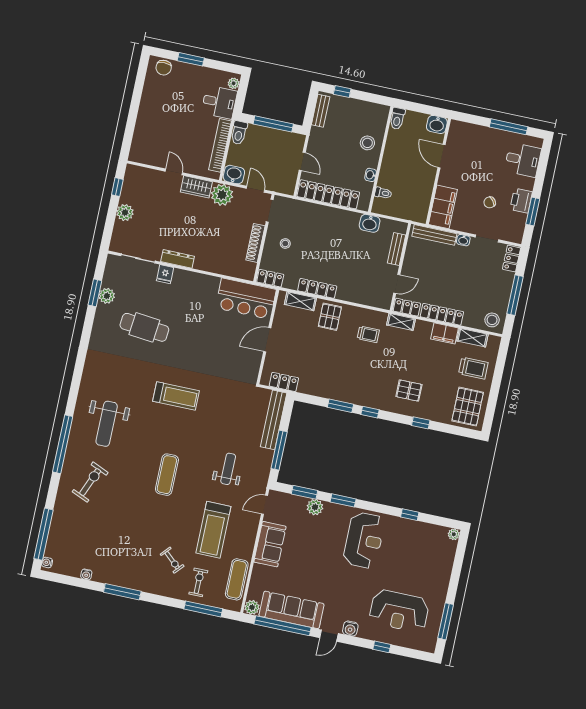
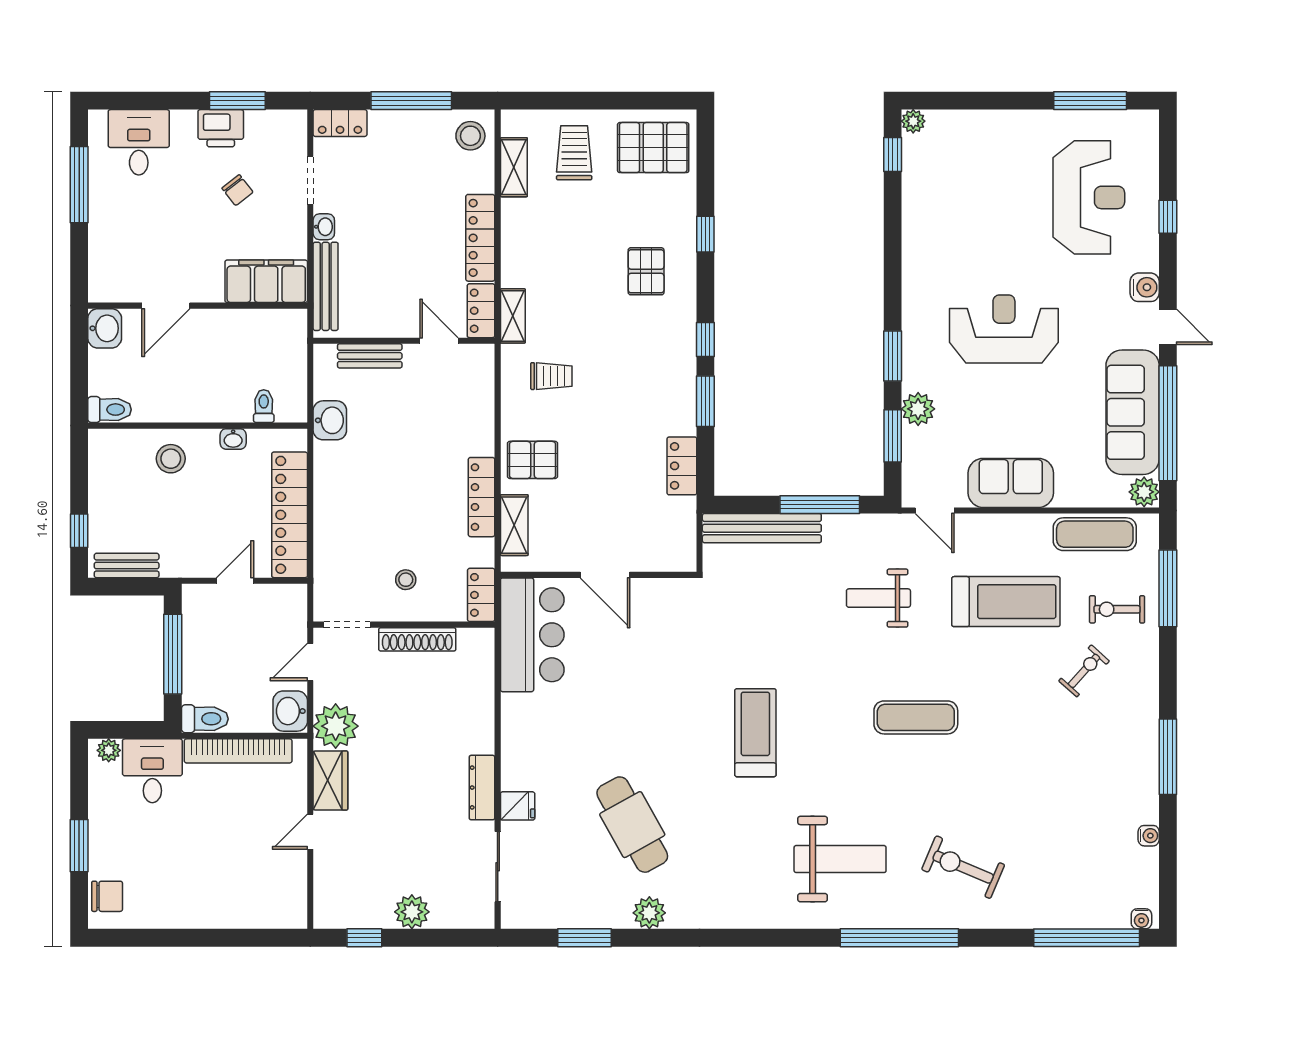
plant: (107, 296) -> (649, 913), moved
cafe table: (144, 327) -> (632, 825), turned -35
filing cabinet: (445, 333) -> (517, 225), removed
trolley: (368, 334) -> (551, 376), turned 90
locker: (284, 382) -> (682, 466), moved
window: (410, 515) -> (893, 155), moved
reception desk: (364, 540) -> (1004, 329), moved

